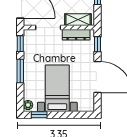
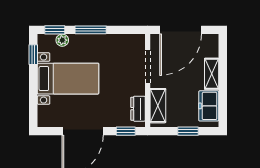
dresser: (76, 35) -> (138, 109), width x0.70
window: (20, 44) -> (55, 30), moved
plant: (28, 105) -> (62, 40), moved

